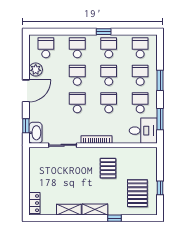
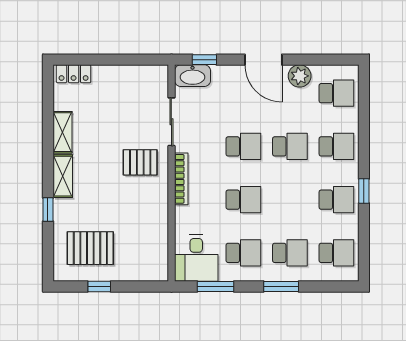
school desk: (109, 75) -> (290, 200), removed
pallet: (108, 168) -> (140, 162), moved

